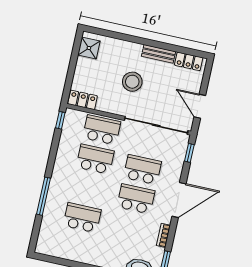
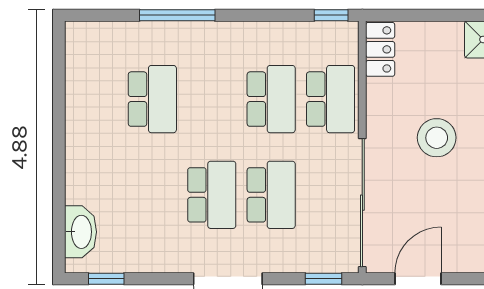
bookcase: (163, 235) -> (153, 264), removed

